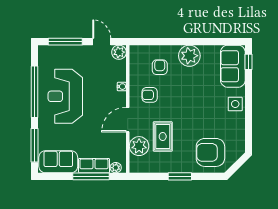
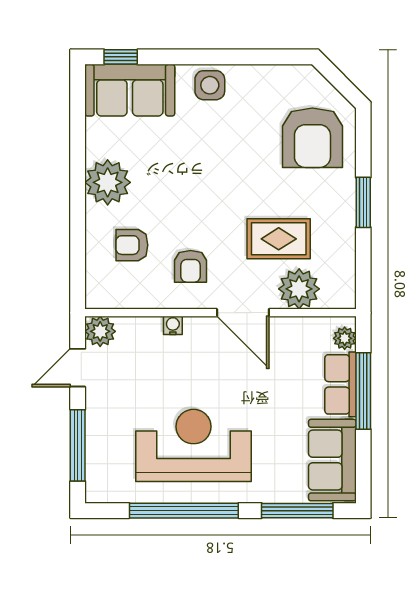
reception desk: (65, 96) -> (194, 445), turned 180

